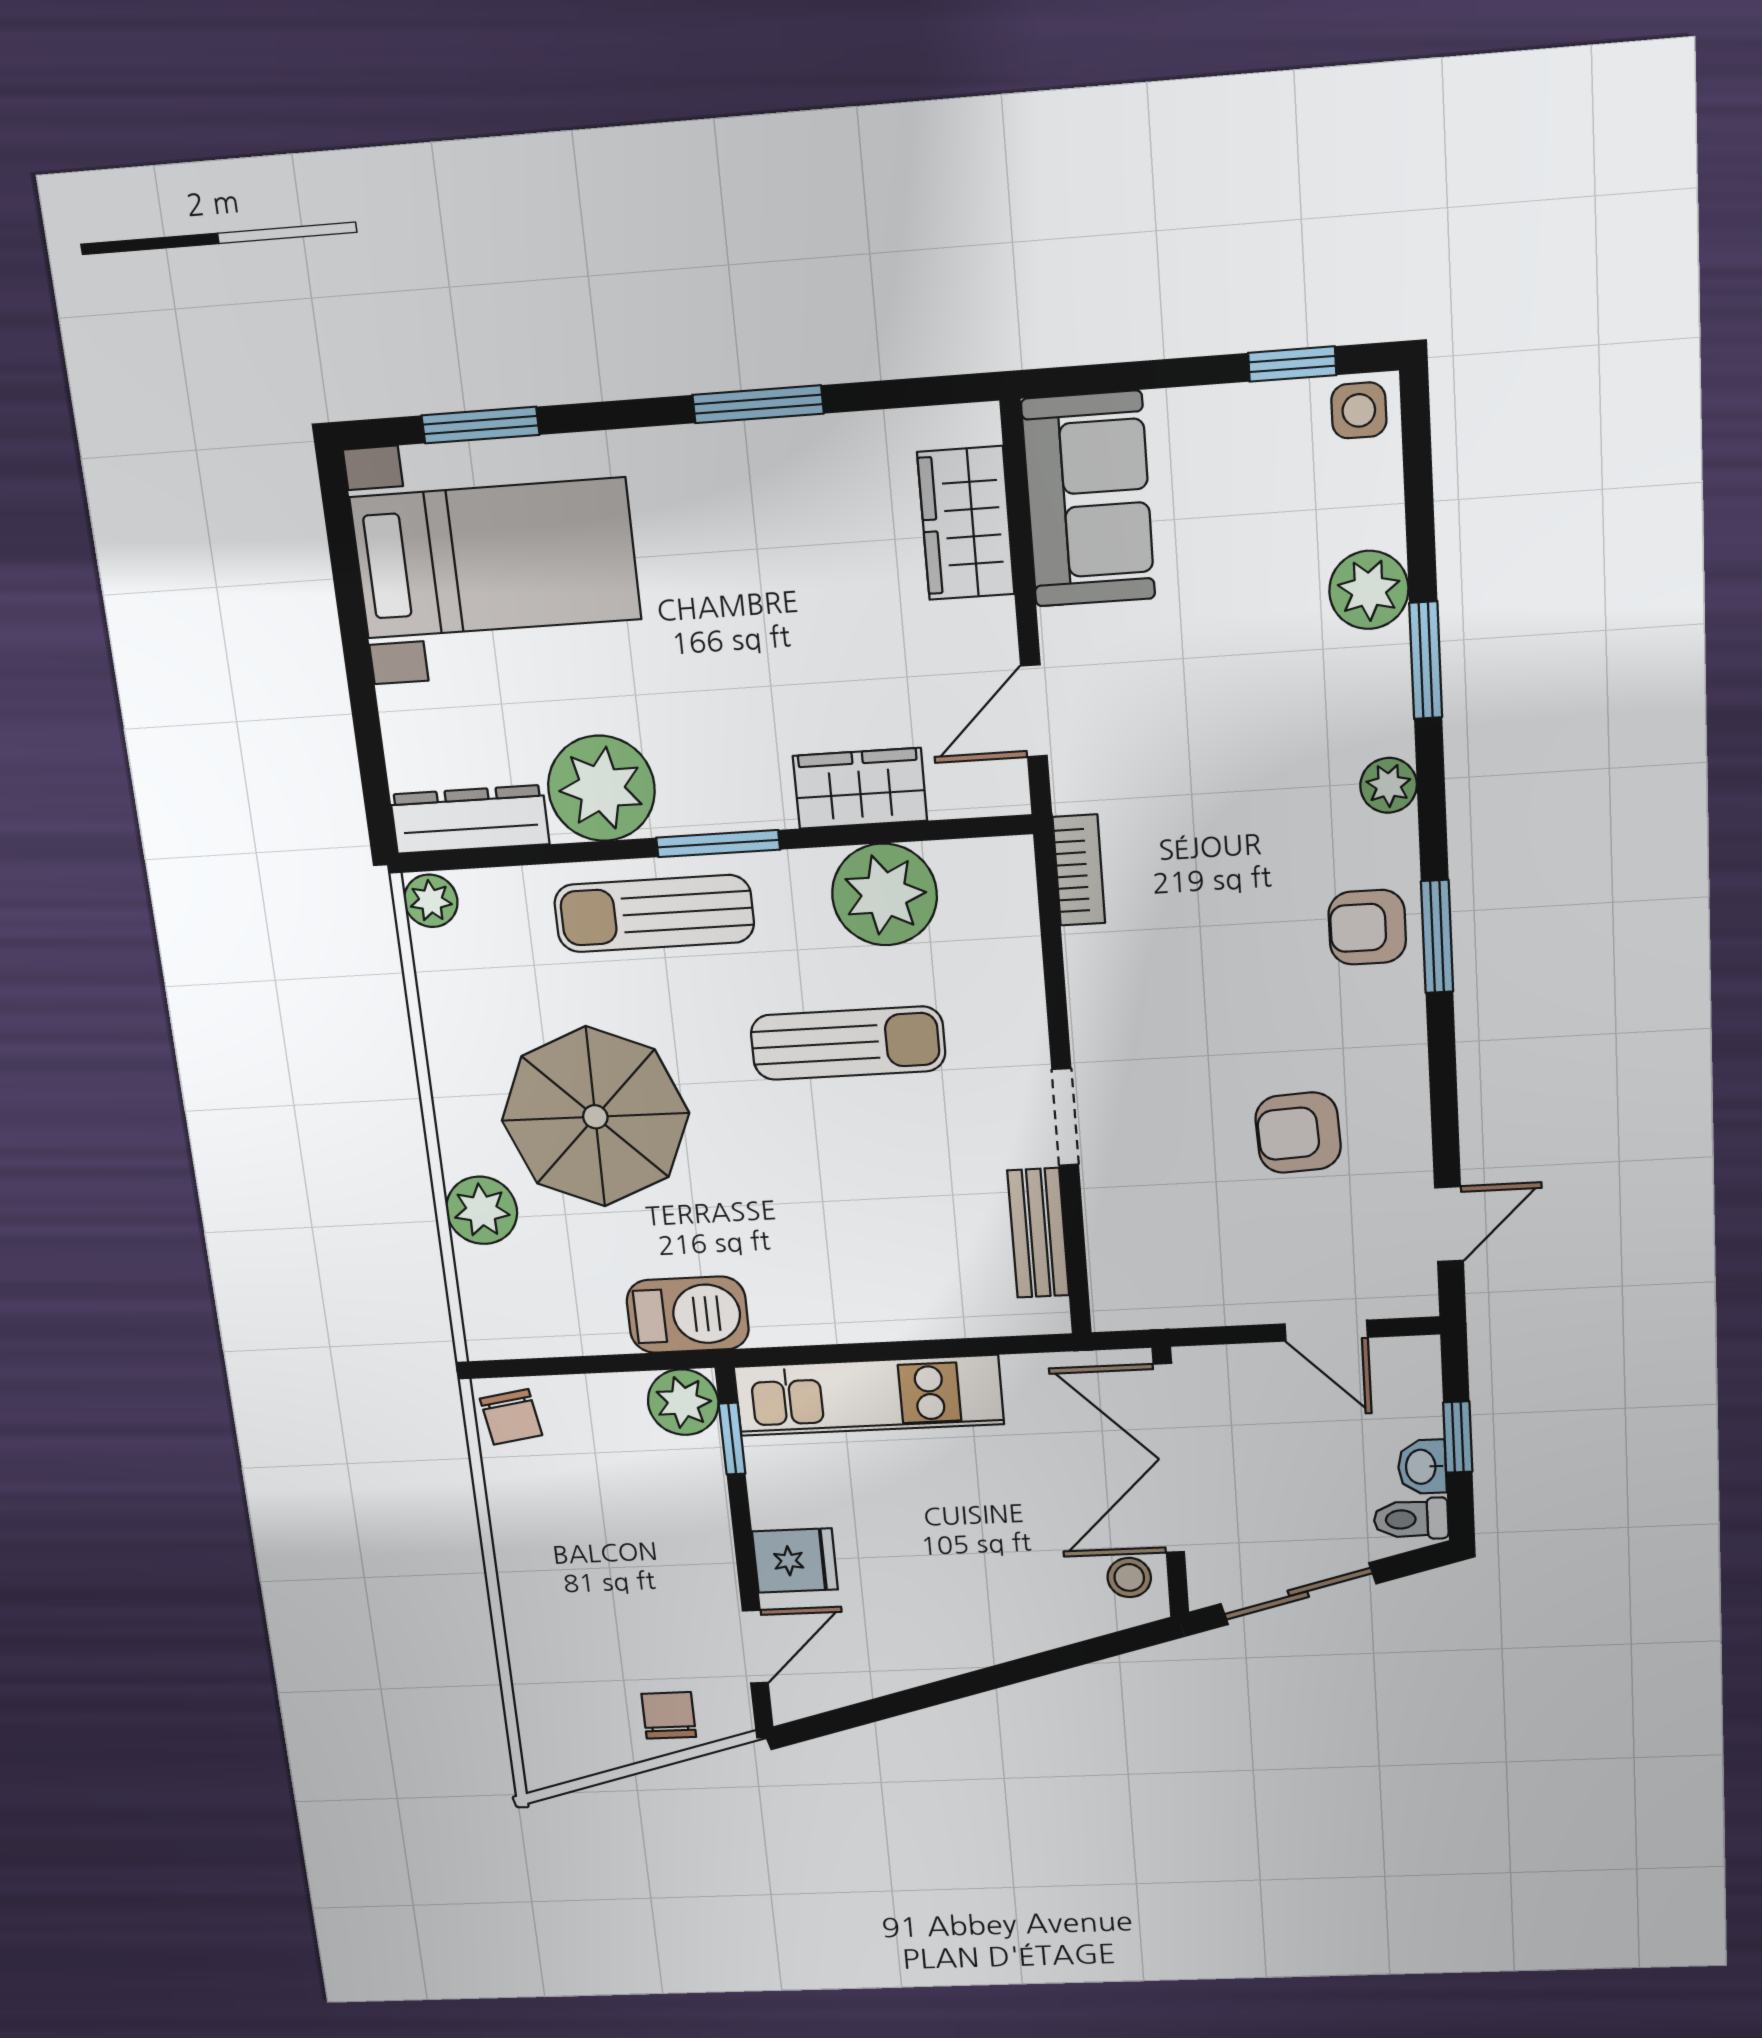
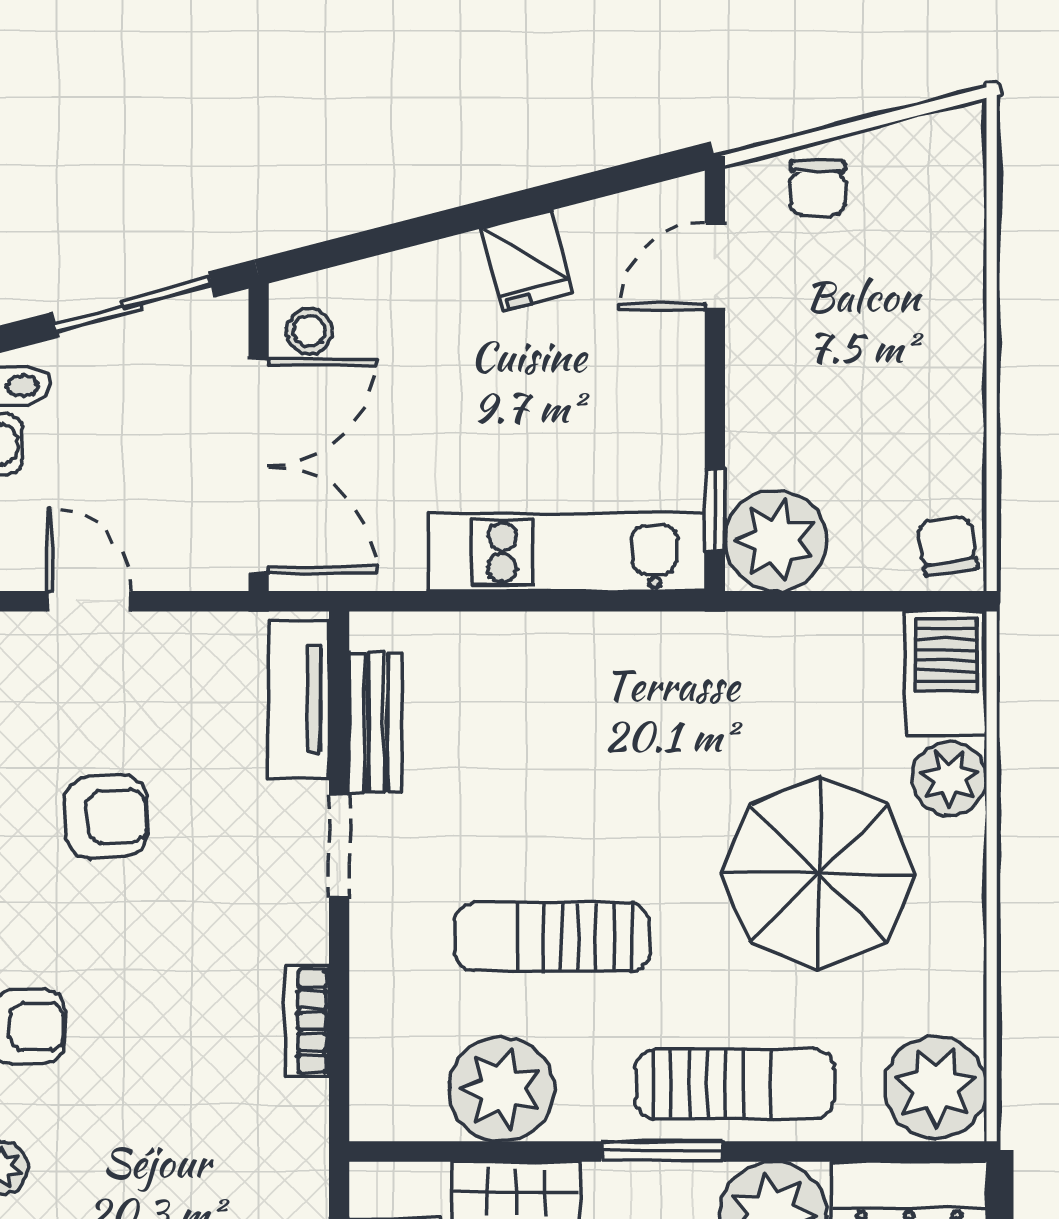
bookcase: (1079, 870) -> (307, 1021), moved
plant: (431, 901) -> (936, 1087), width x1.88, depth x1.88
tv unit: (1115, 1251) -> (299, 699), added
barbecue: (688, 1315) -> (946, 674), moved, turned 90
plant: (683, 1402) -> (776, 540), width x1.36, depth x1.36
fridge: (795, 1560) -> (528, 261), moved, turned -105

